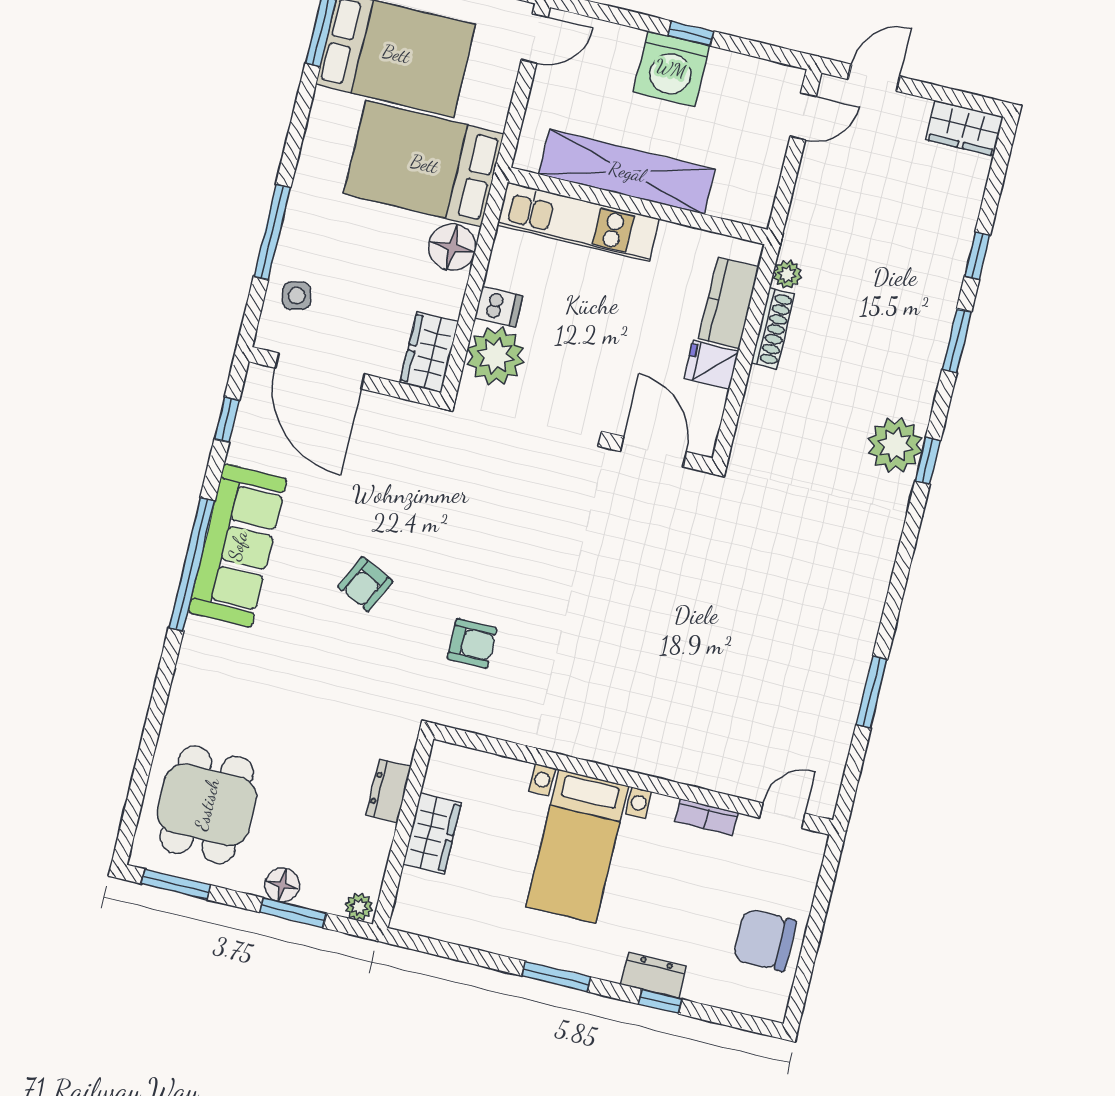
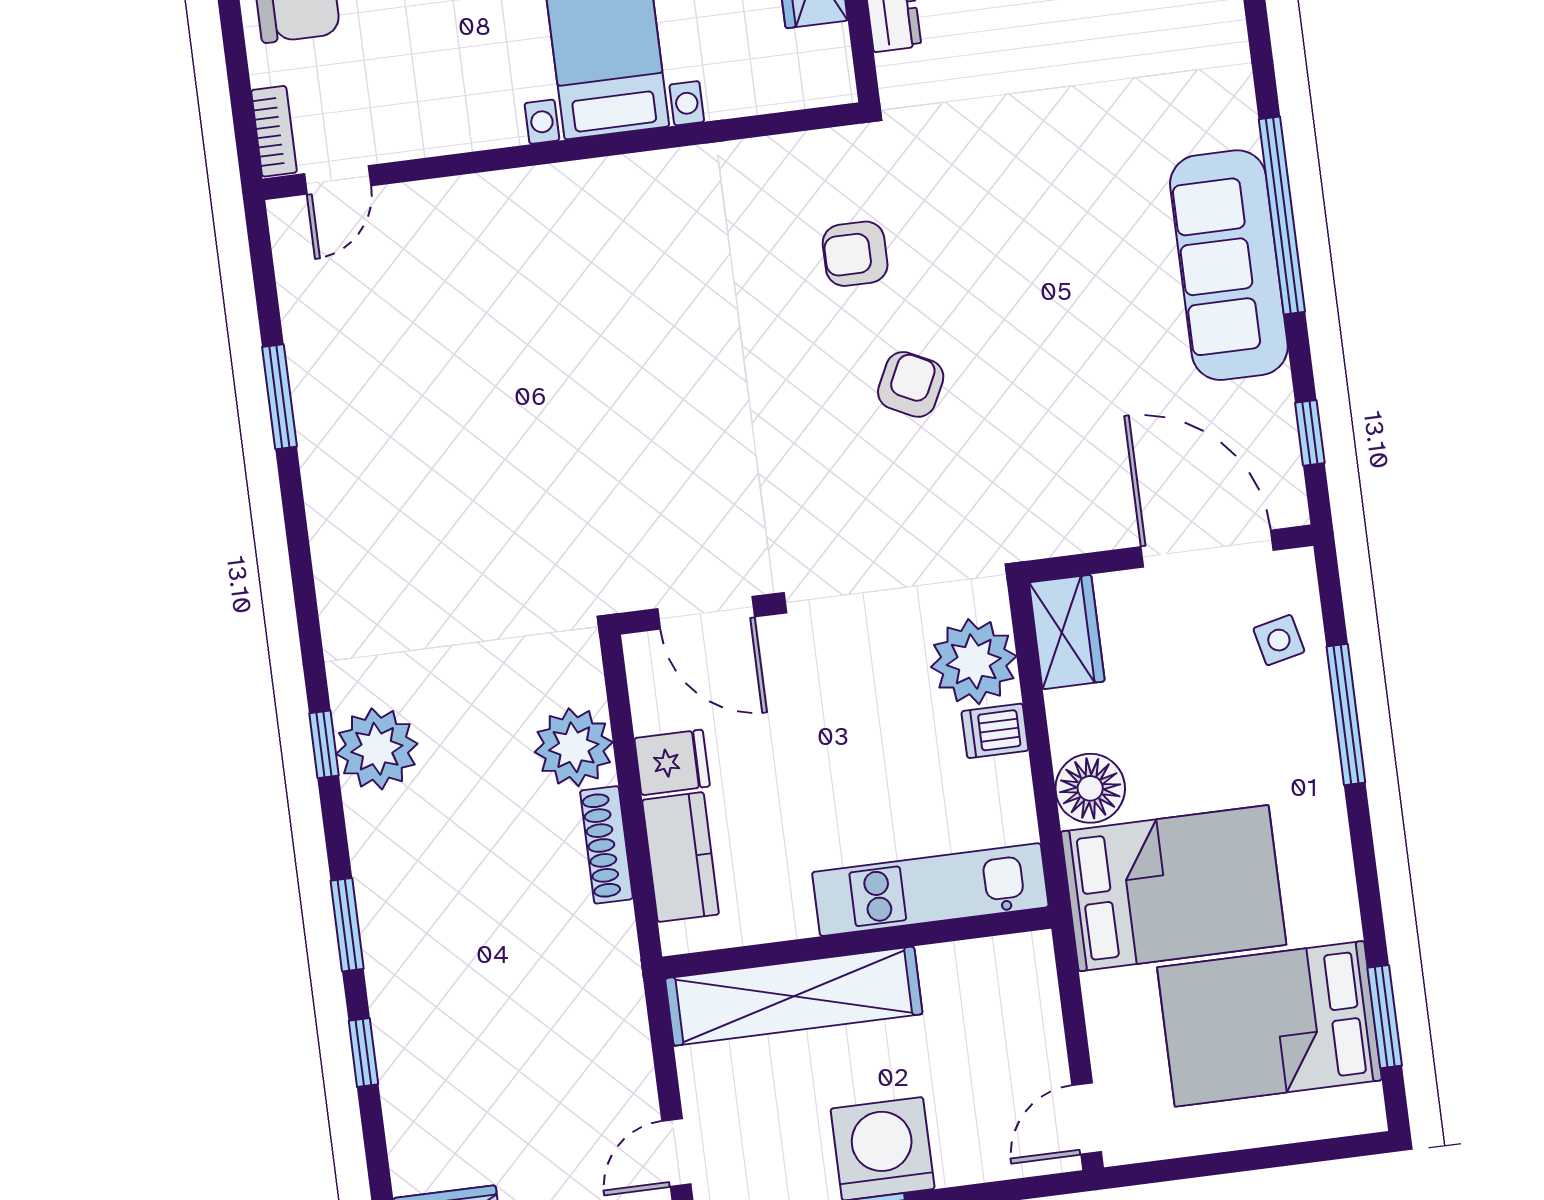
shelving: (627, 172) -> (794, 996), moved
plant: (787, 274) -> (574, 747), moved, width x1.88, depth x1.88
armchair: (365, 584) -> (911, 384), moved
bookcase: (706, 817) -> (274, 131), moved, turned 90

